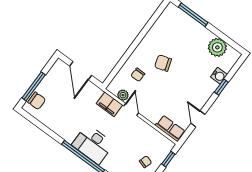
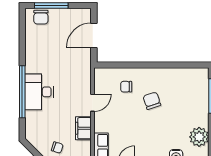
plant: (123, 95) -> (100, 87), removed
filing cabinet: (109, 104) -> (83, 128), moved

